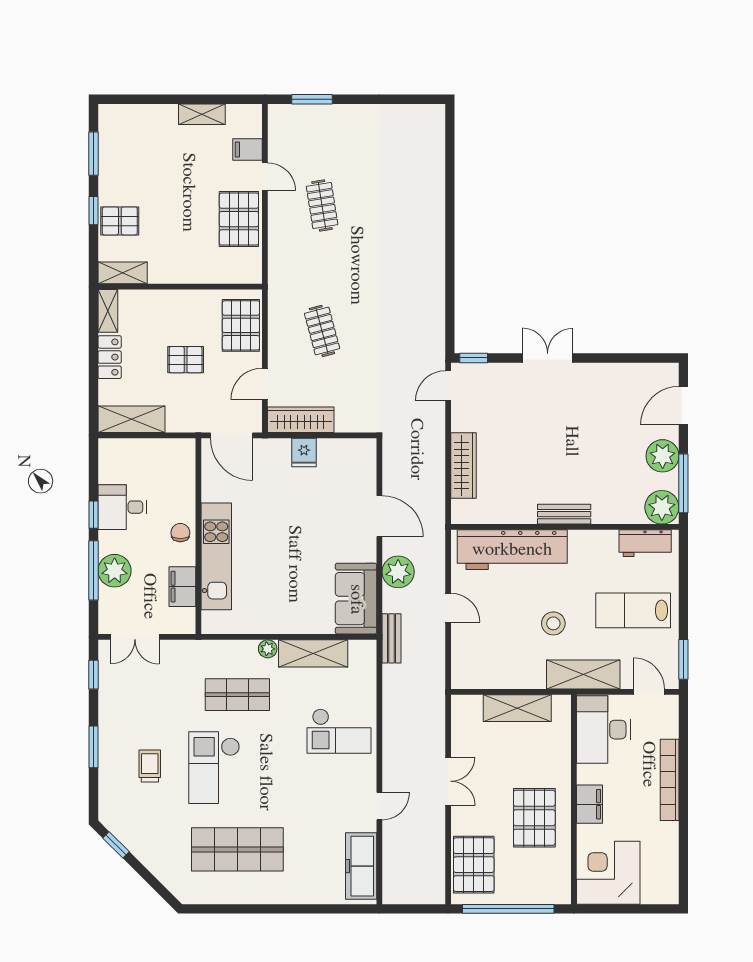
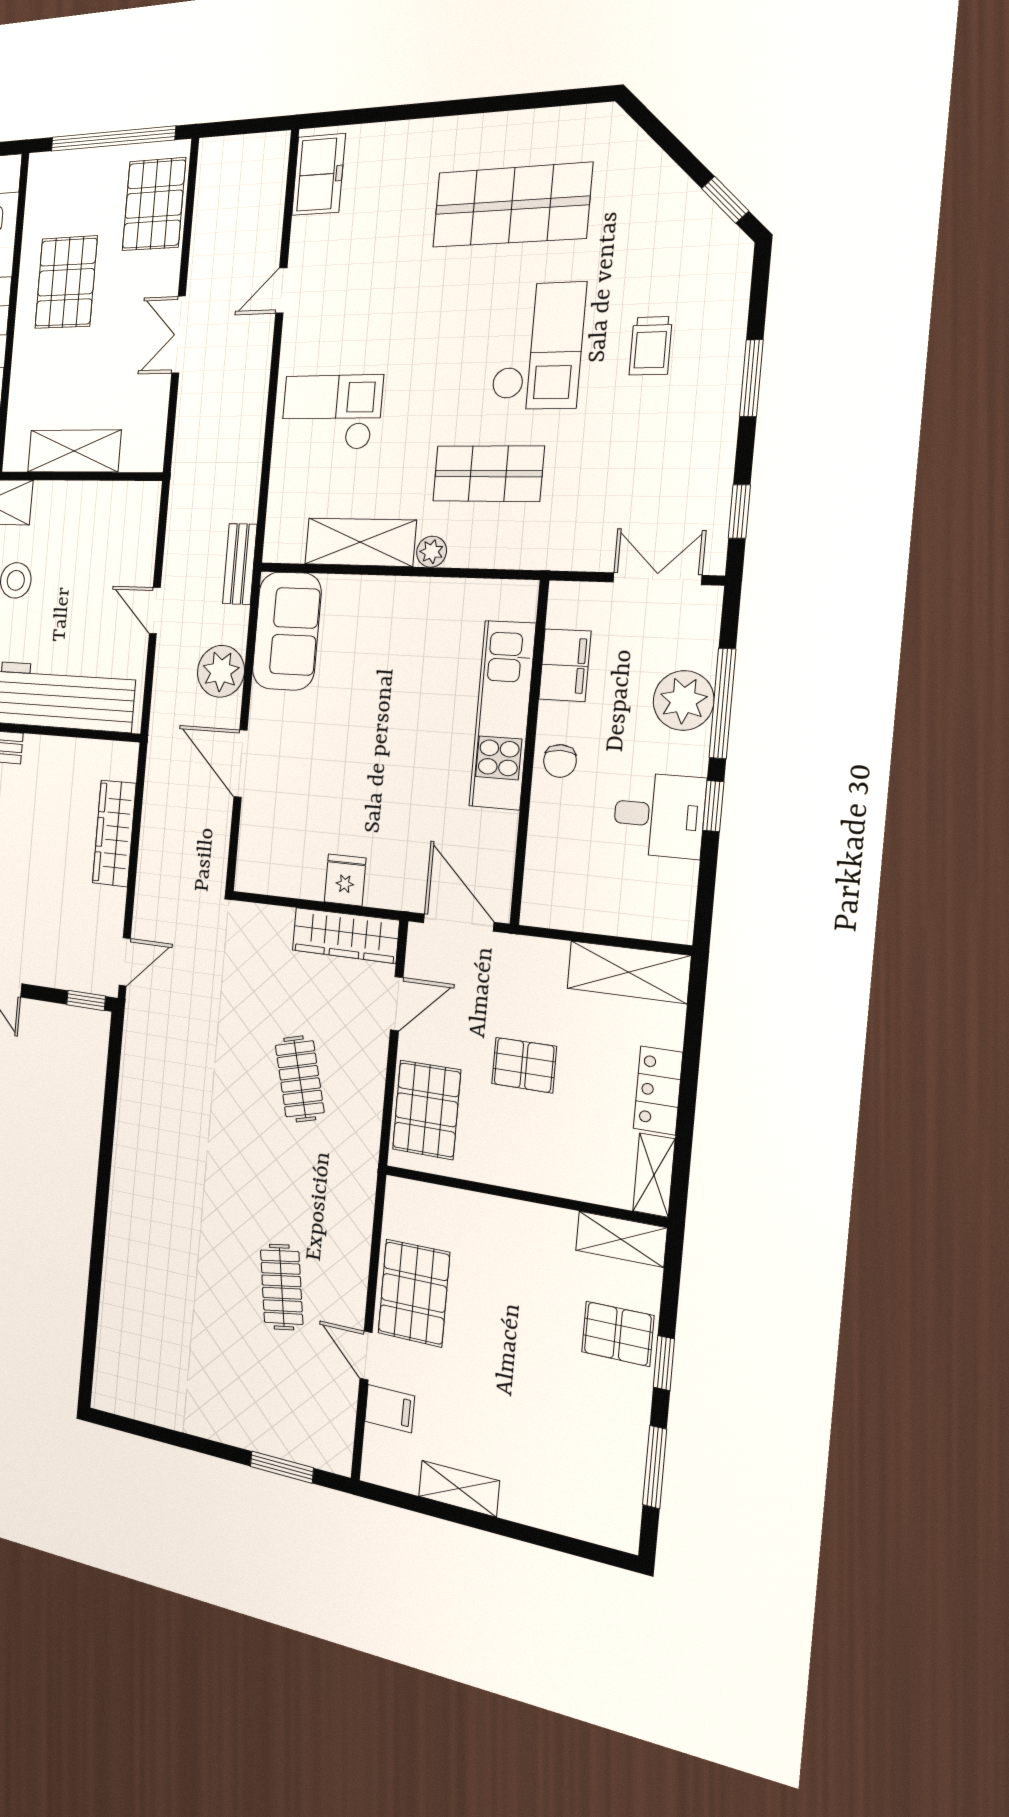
freezer: (361, 866) -> (319, 175), width x0.71

